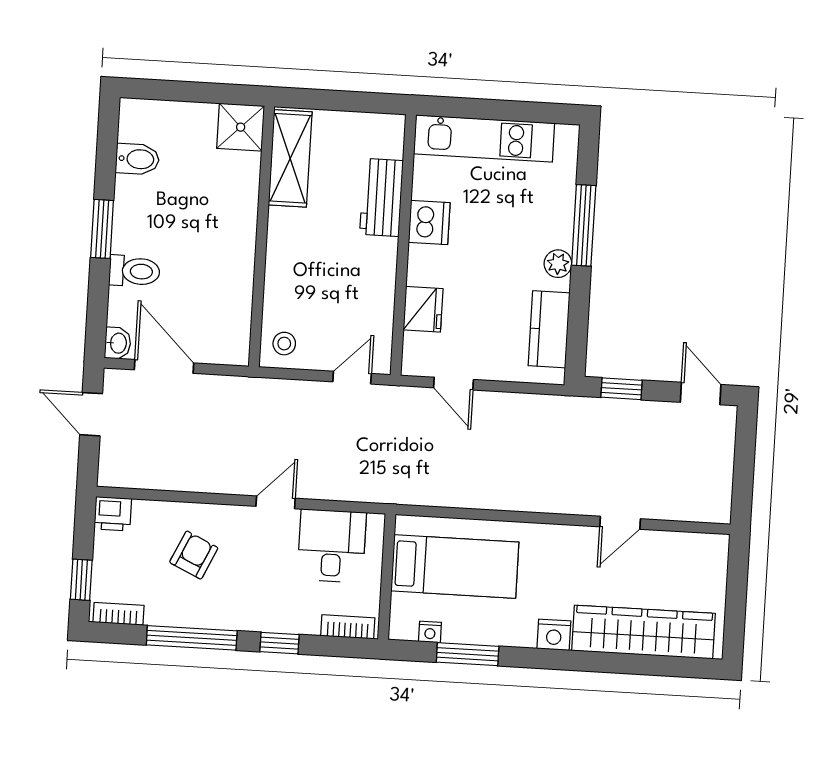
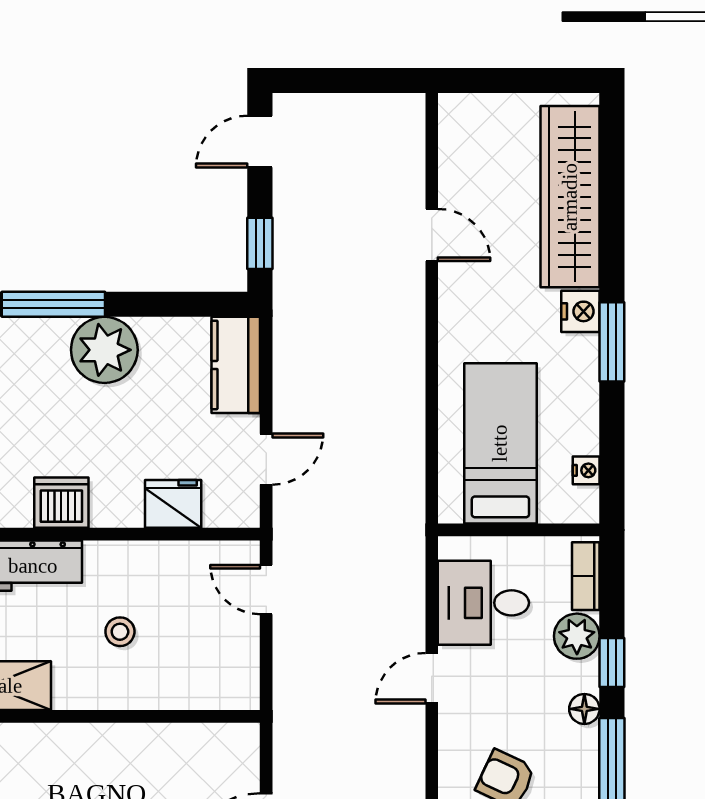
plant: (558, 264) -> (104, 350), width x1.88, depth x1.88
kitchen counter: (549, 329) -> (236, 365), moved, turned 90
stool: (284, 344) -> (120, 632), moved
door: (276, 502) -> (432, 678), hinge flipped
plant: (302, 617) -> (577, 636), added
floor lamp: (245, 619) -> (584, 709), added
window: (468, 654) -> (612, 342), moved

